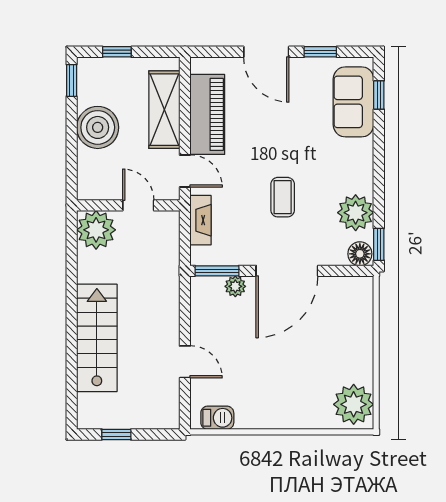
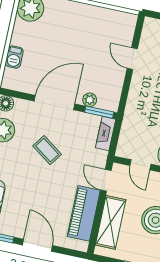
coffee table: (283, 197) -> (47, 150), turned -55
fireplace: (200, 220) -> (106, 133), moved
barbecue: (217, 418) -> (14, 57), moved, turned -90

